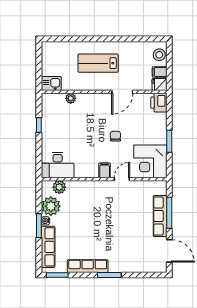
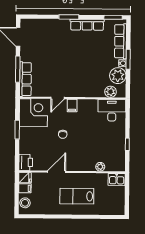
lab bench: (98, 63) -> (77, 196), turned 180
row of seats: (160, 216) -> (25, 79), moved

